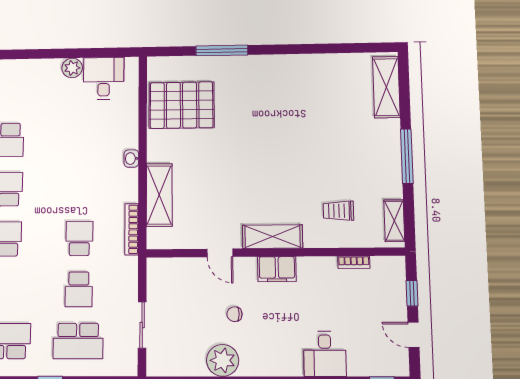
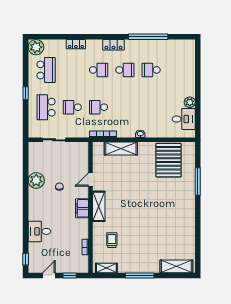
school desk: (79, 238) -> (99, 107), turned 180

